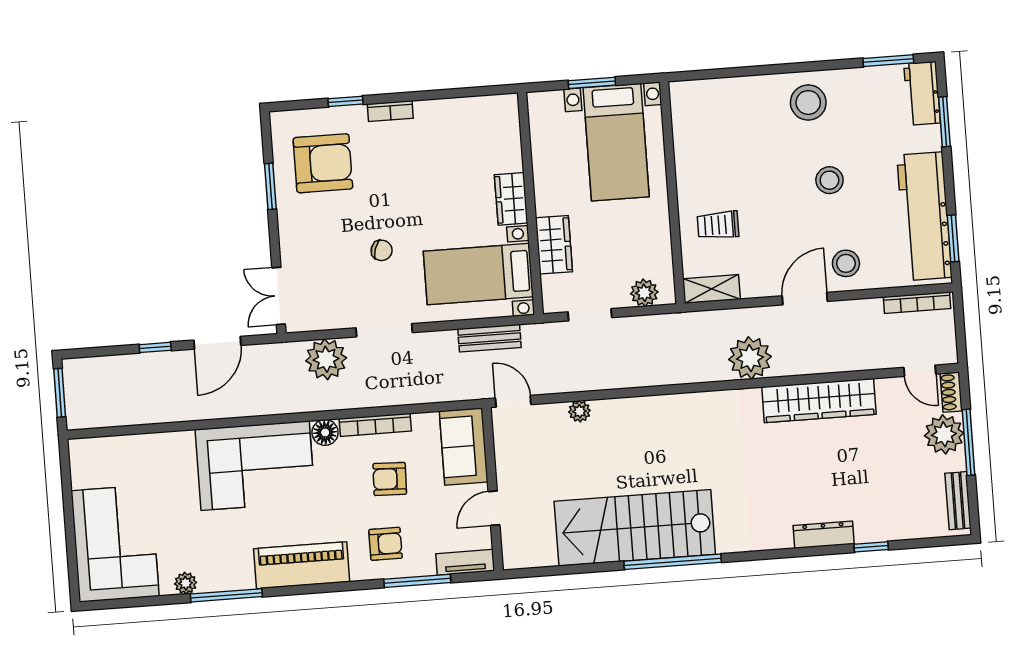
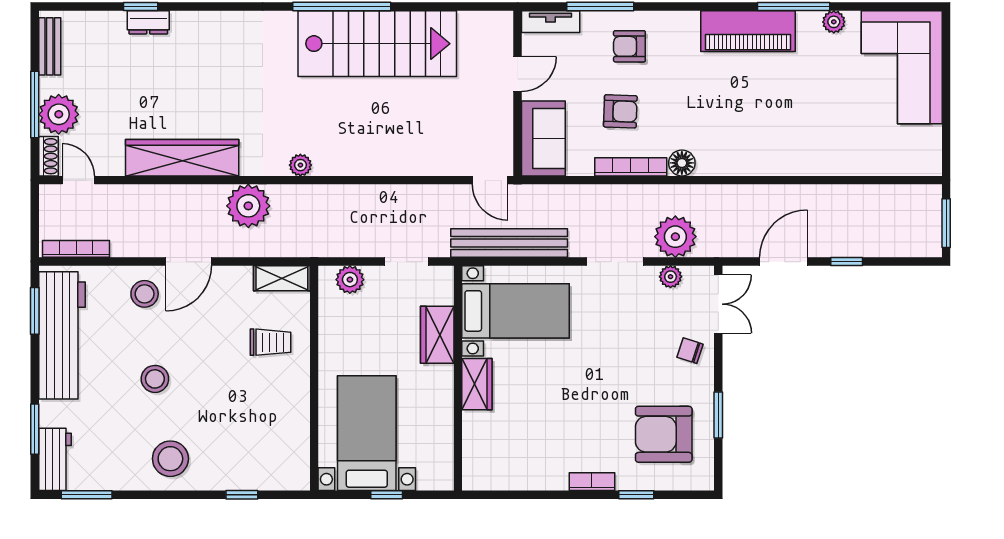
window: (735, 72) -> (242, 495), added
window: (592, 83) -> (387, 495), width x0.67
chair: (382, 250) -> (690, 351), moved
plant: (328, 319) -> (671, 277), added
bench: (490, 338) -> (509, 243), width x1.86, depth x1.21
plant: (580, 411) -> (300, 165), moved
corner sofa: (255, 466) -> (755, 135), removed
dresser: (824, 535) -> (148, 22), moved, width x0.70
piano: (302, 565) -> (748, 31), moved

